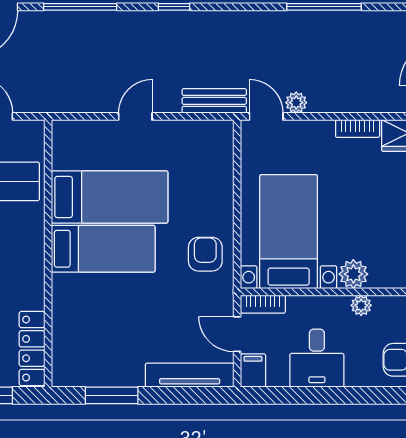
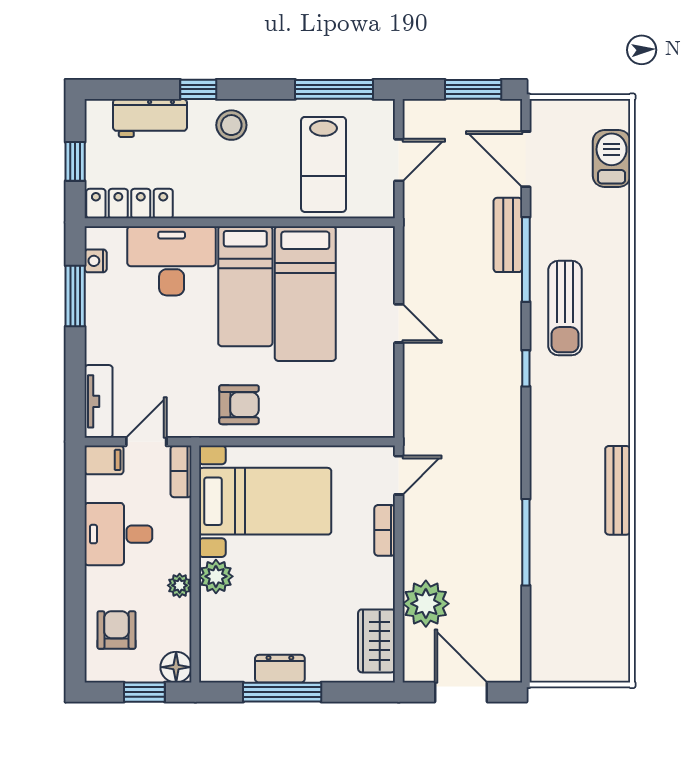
bench: (214, 101) -> (508, 235), moved
plant: (296, 103) -> (426, 604), moved, width x1.88, depth x1.88
bookcase: (358, 129) -> (385, 530), moved
desk: (81, 312) -> (172, 261), added
tv unit: (190, 375) -> (99, 401), width x0.71
nightstand: (81, 378) -> (96, 261), added

